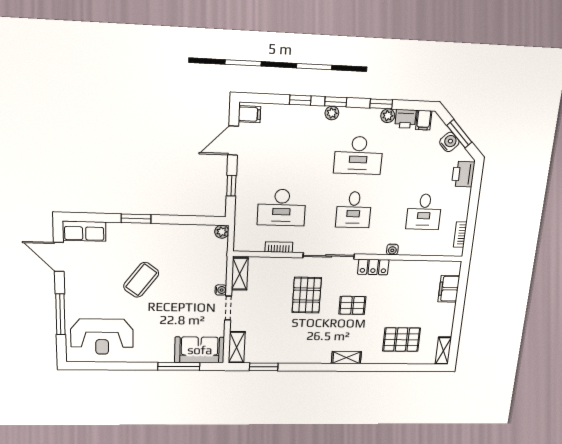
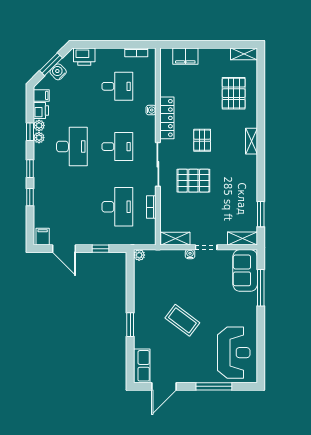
plant: (332, 113) -> (39, 138), moved
locker: (373, 267) -> (167, 118), width x1.53

